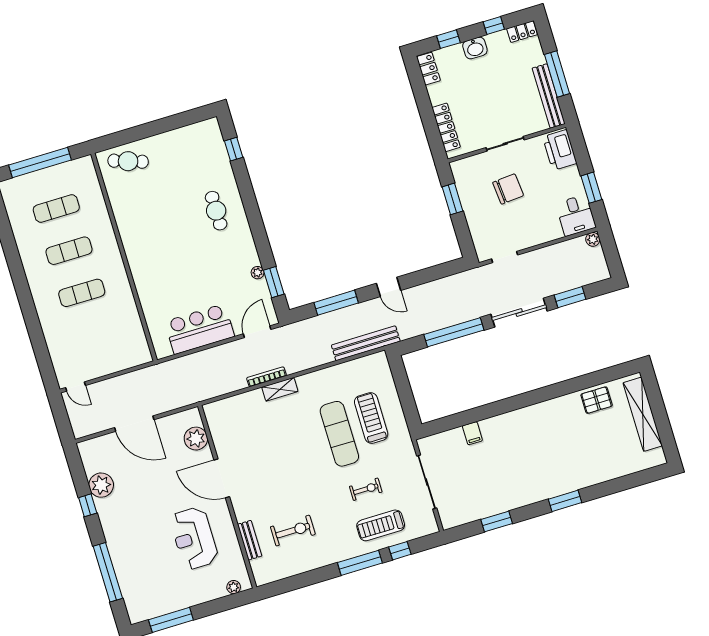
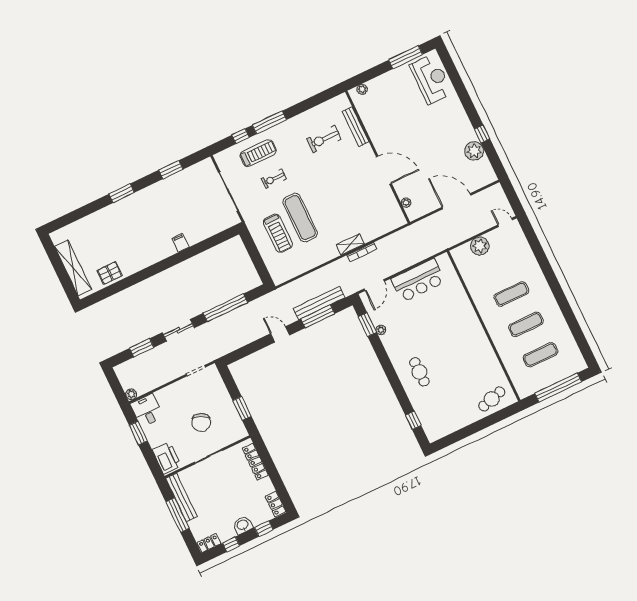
cafe table: (128, 161) -> (492, 399), turned -35
chair: (508, 189) -> (201, 422), turned -61
sliding door: (519, 313) -> (178, 330), width x0.73
bench: (366, 343) -> (319, 303), moved
plant: (113, 361) -> (480, 246), added
filing cabinet: (472, 433) -> (180, 243), moved
plant: (196, 439) -> (406, 203), width x0.53, depth x0.53
reception desk: (194, 538) -> (431, 79), moved
bench: (250, 540) -> (355, 127), width x1.36
window: (108, 572) -> (459, 86), removed

